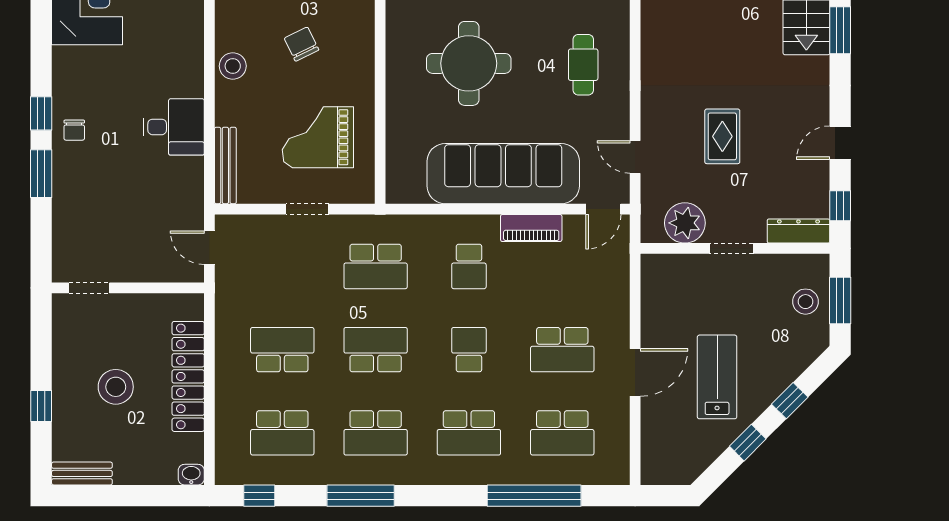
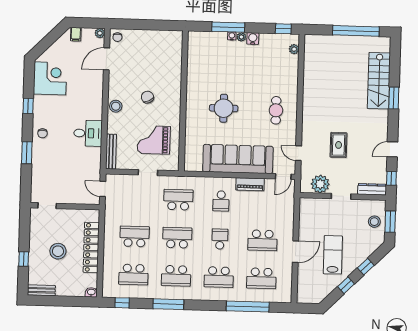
round table: (469, 63) -> (224, 108), width x0.73, depth x0.73
window: (41, 113) -> (28, 106), moved
school desk: (376, 266) -> (178, 200), turned 180

